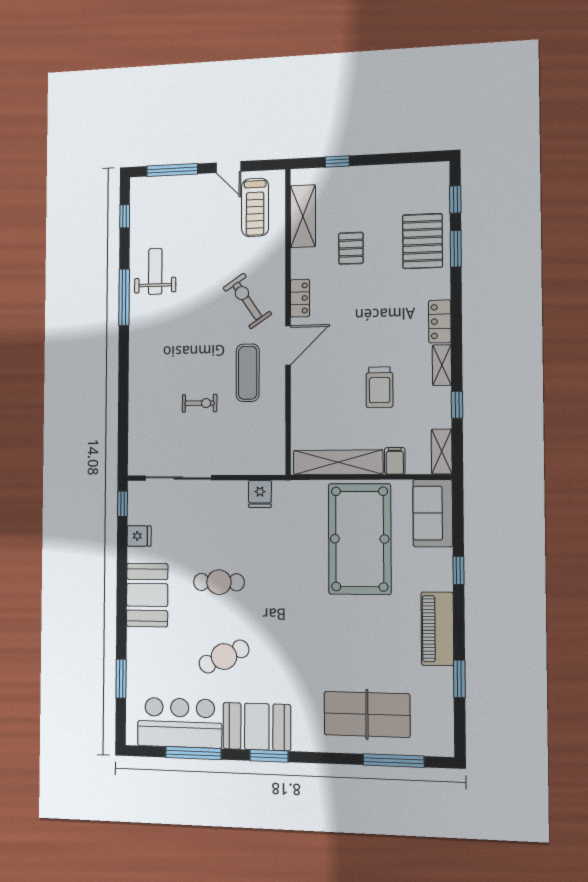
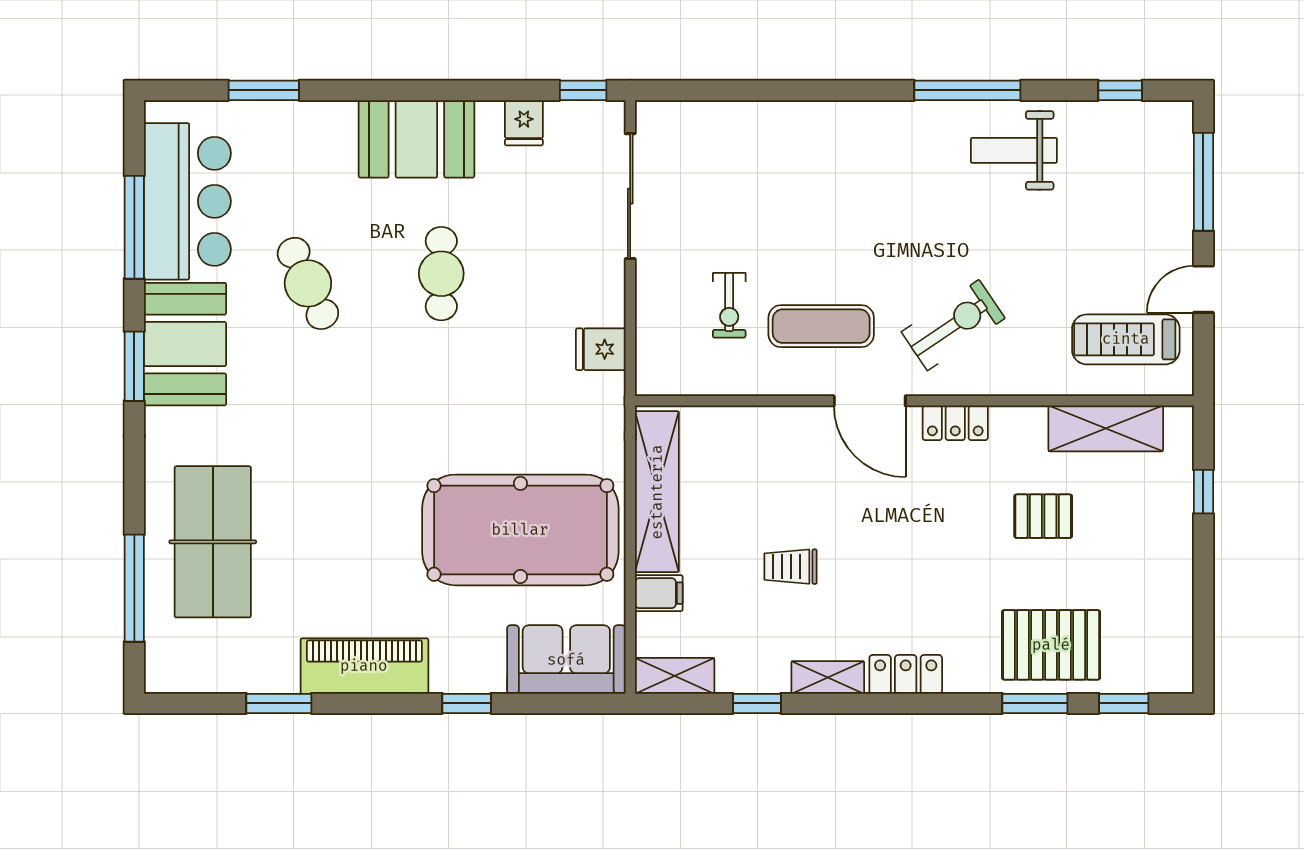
weight bench: (155, 271) -> (1014, 150), turned 180
trolley: (380, 387) -> (790, 567), width x0.73, depth x0.72
exercise bike: (200, 403) -> (729, 305), moved

